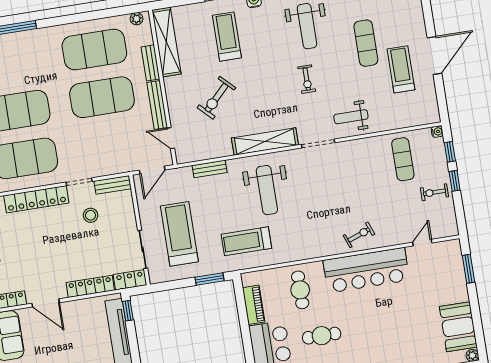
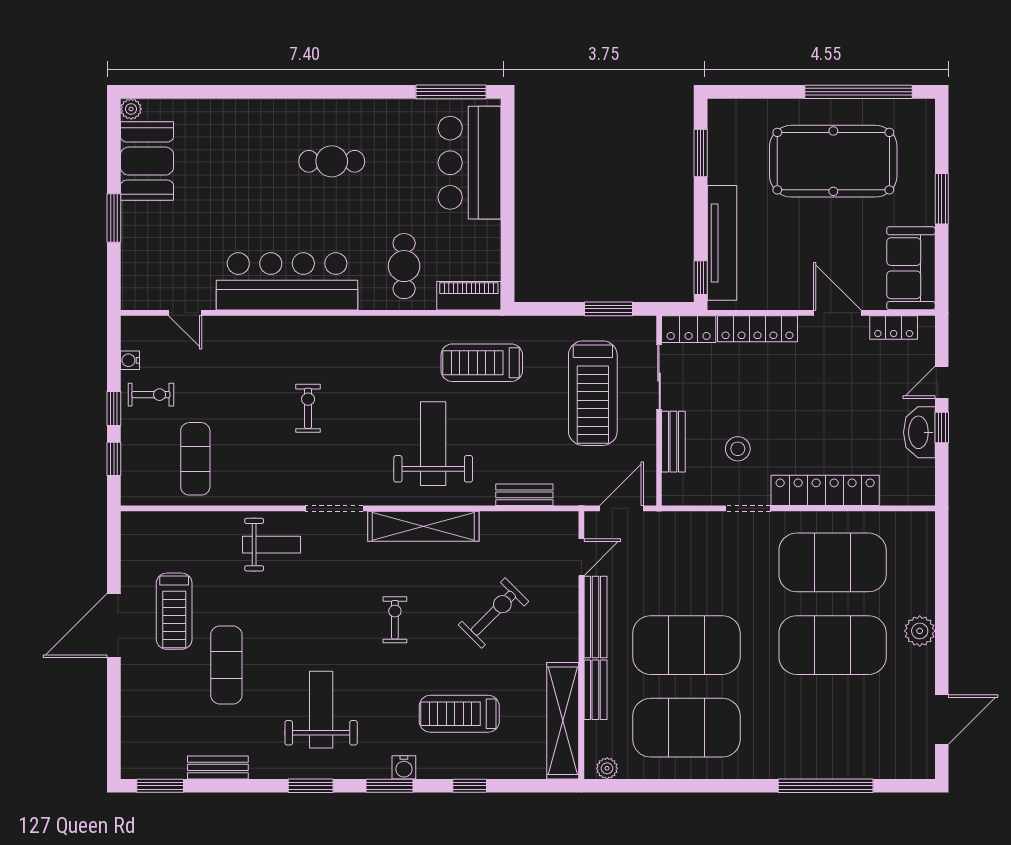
treadmill: (227, 37) -> (459, 714), turned 90
exercise bike: (307, 79) -> (395, 620), moved
water cooler: (437, 132) -> (130, 360), moved
door: (171, 138) -> (581, 557), hinge flipped
bench: (113, 185) -> (673, 442), moved, turned 90
exercise bike: (359, 235) -> (308, 408), moved, turned 110
treadmill: (246, 241) -> (482, 363), turned 180
door: (422, 243) -> (185, 313), hinge flipped
window: (469, 269) -> (114, 218), moved
window: (210, 279) -> (609, 309), moved
piano: (254, 305) -> (469, 296), moved, turned 90
cafe table: (322, 336) -> (332, 161), moved

